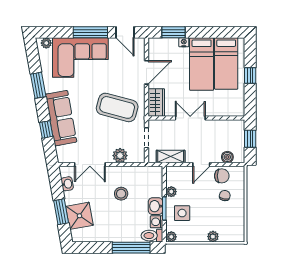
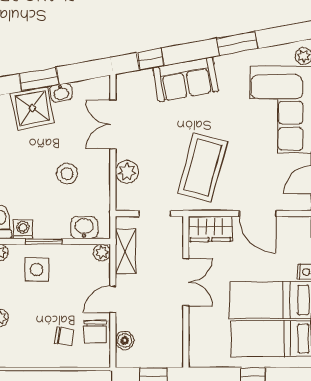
sofa: (61, 118) -> (186, 79), width x0.73
window: (46, 129) -> (150, 59), moved
door: (201, 165) -> (113, 299), hinge flipped
washbasin: (67, 184) -> (61, 93), moved
plant: (171, 192) -> (102, 252), moved
washbasin: (156, 206) -> (84, 228), moved

